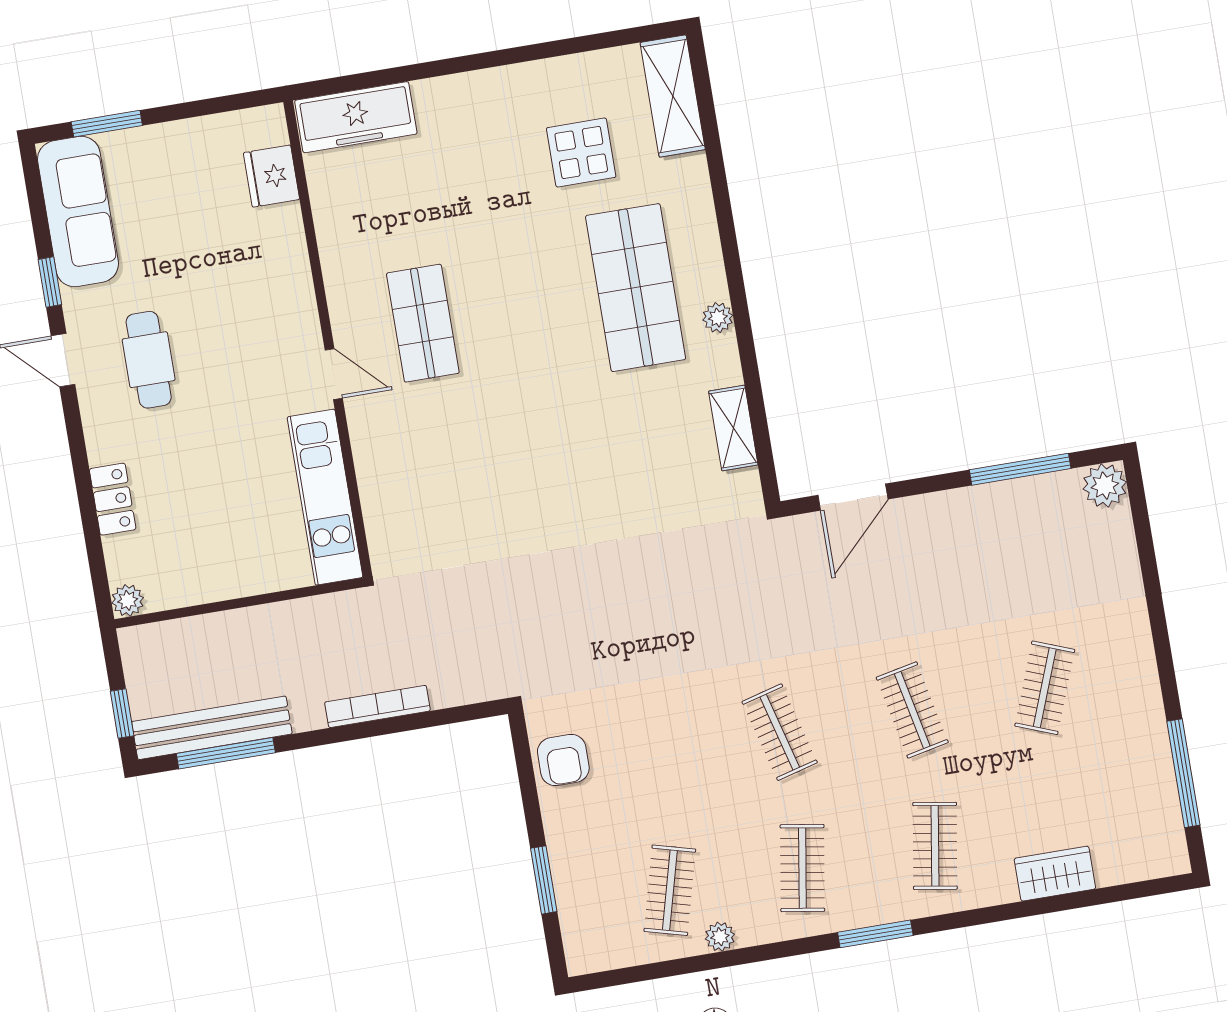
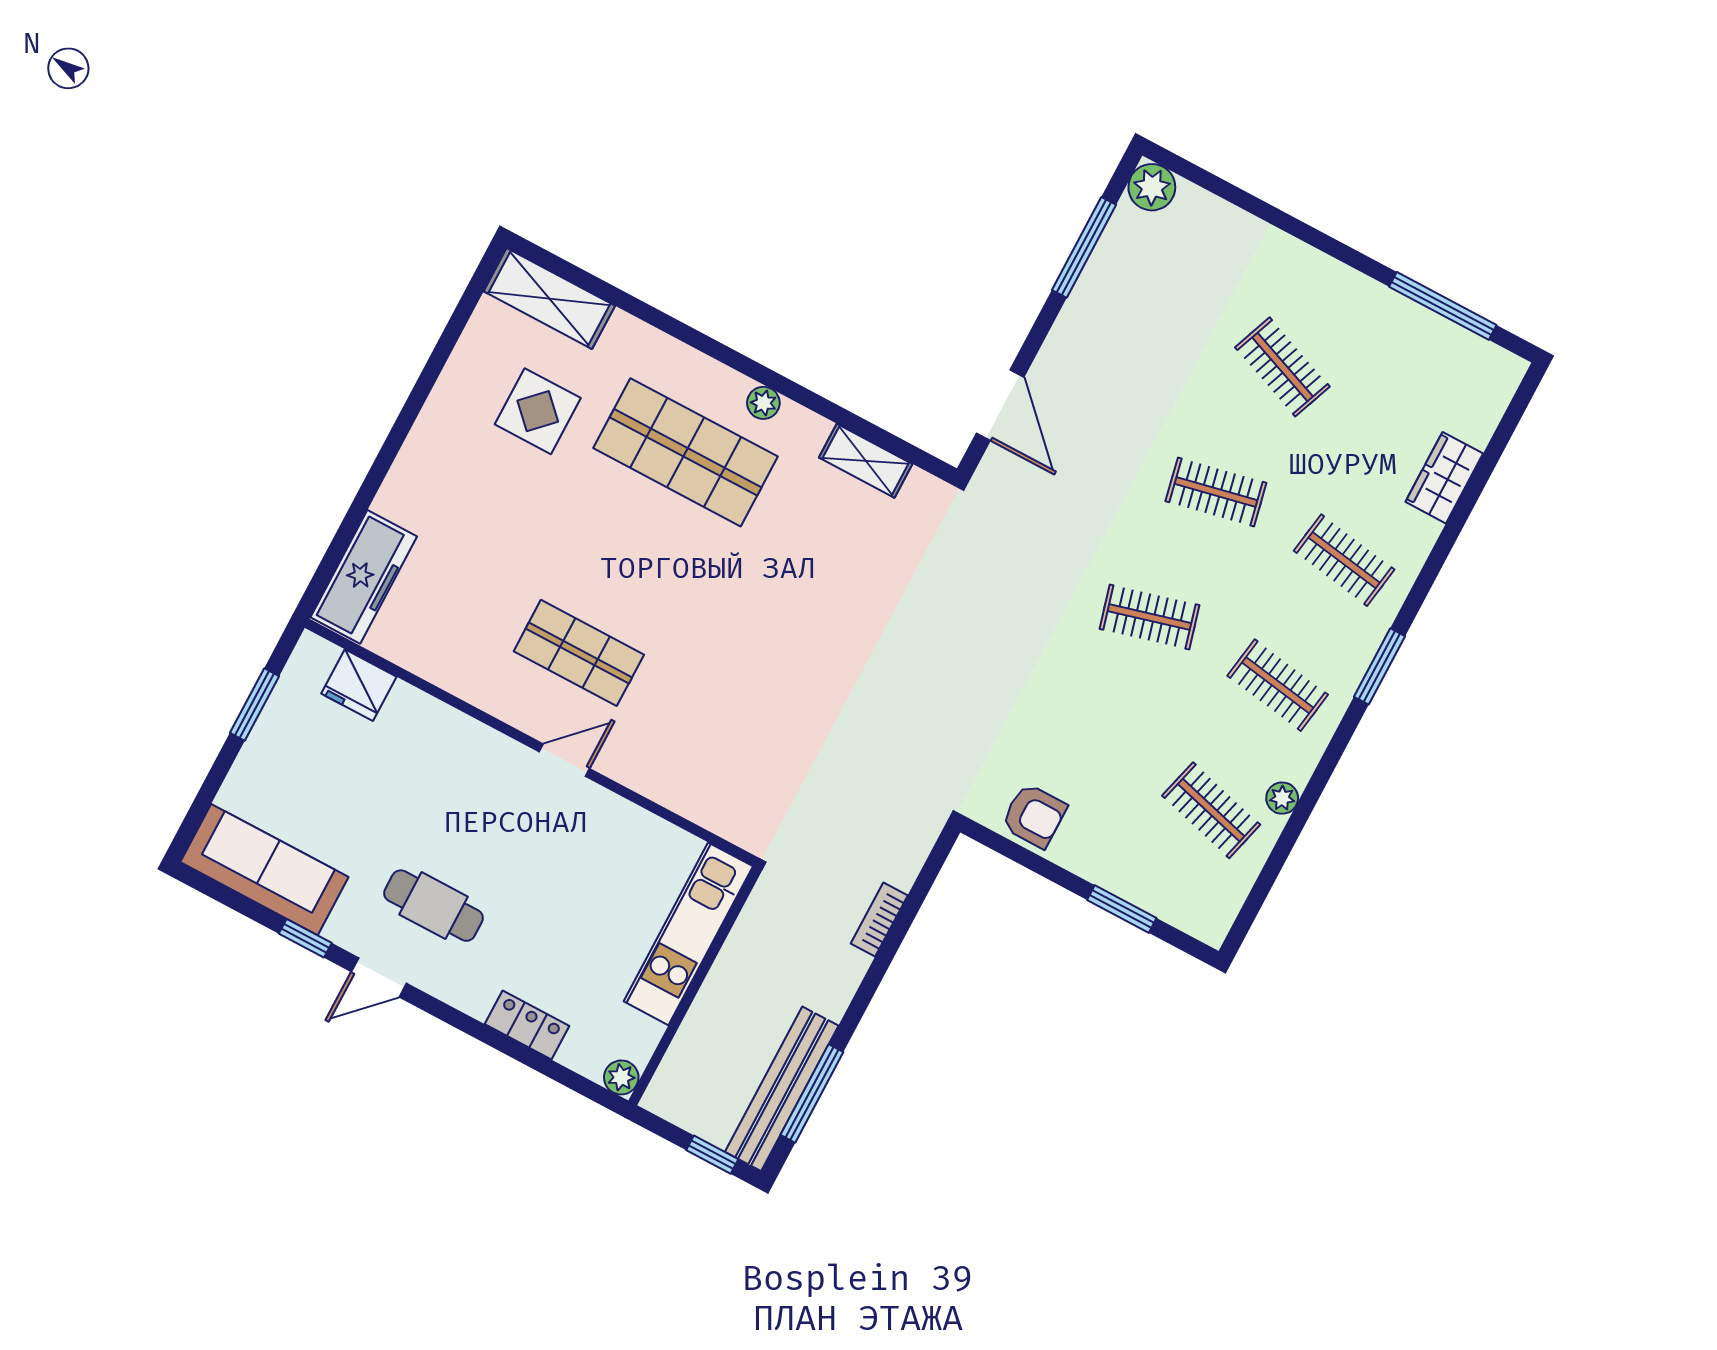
window: (107, 124) -> (254, 705), moved
kitchen unit: (325, 497) -> (688, 934), moved, turned 90
bookcase: (377, 706) -> (879, 919), width x0.64

